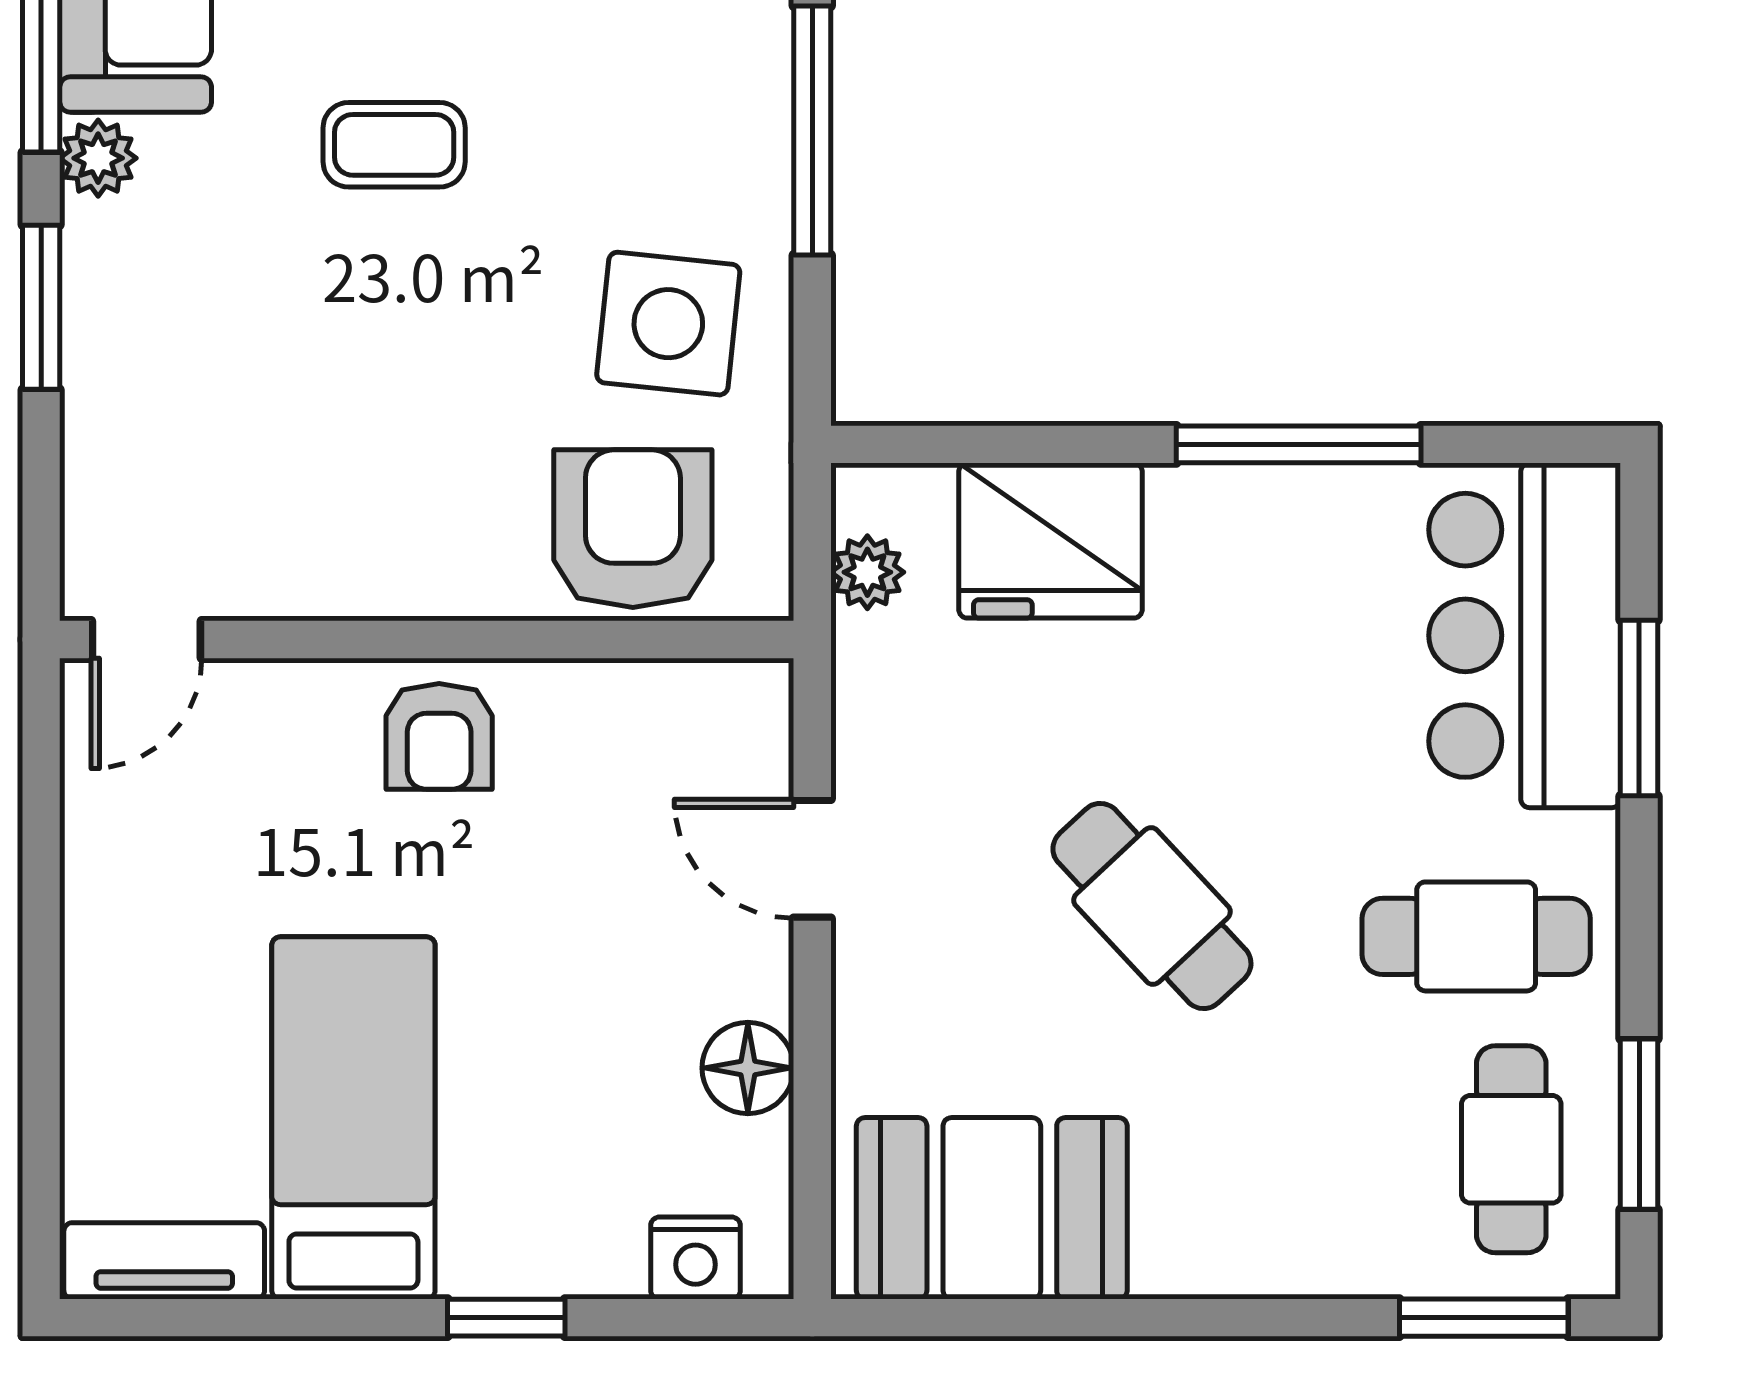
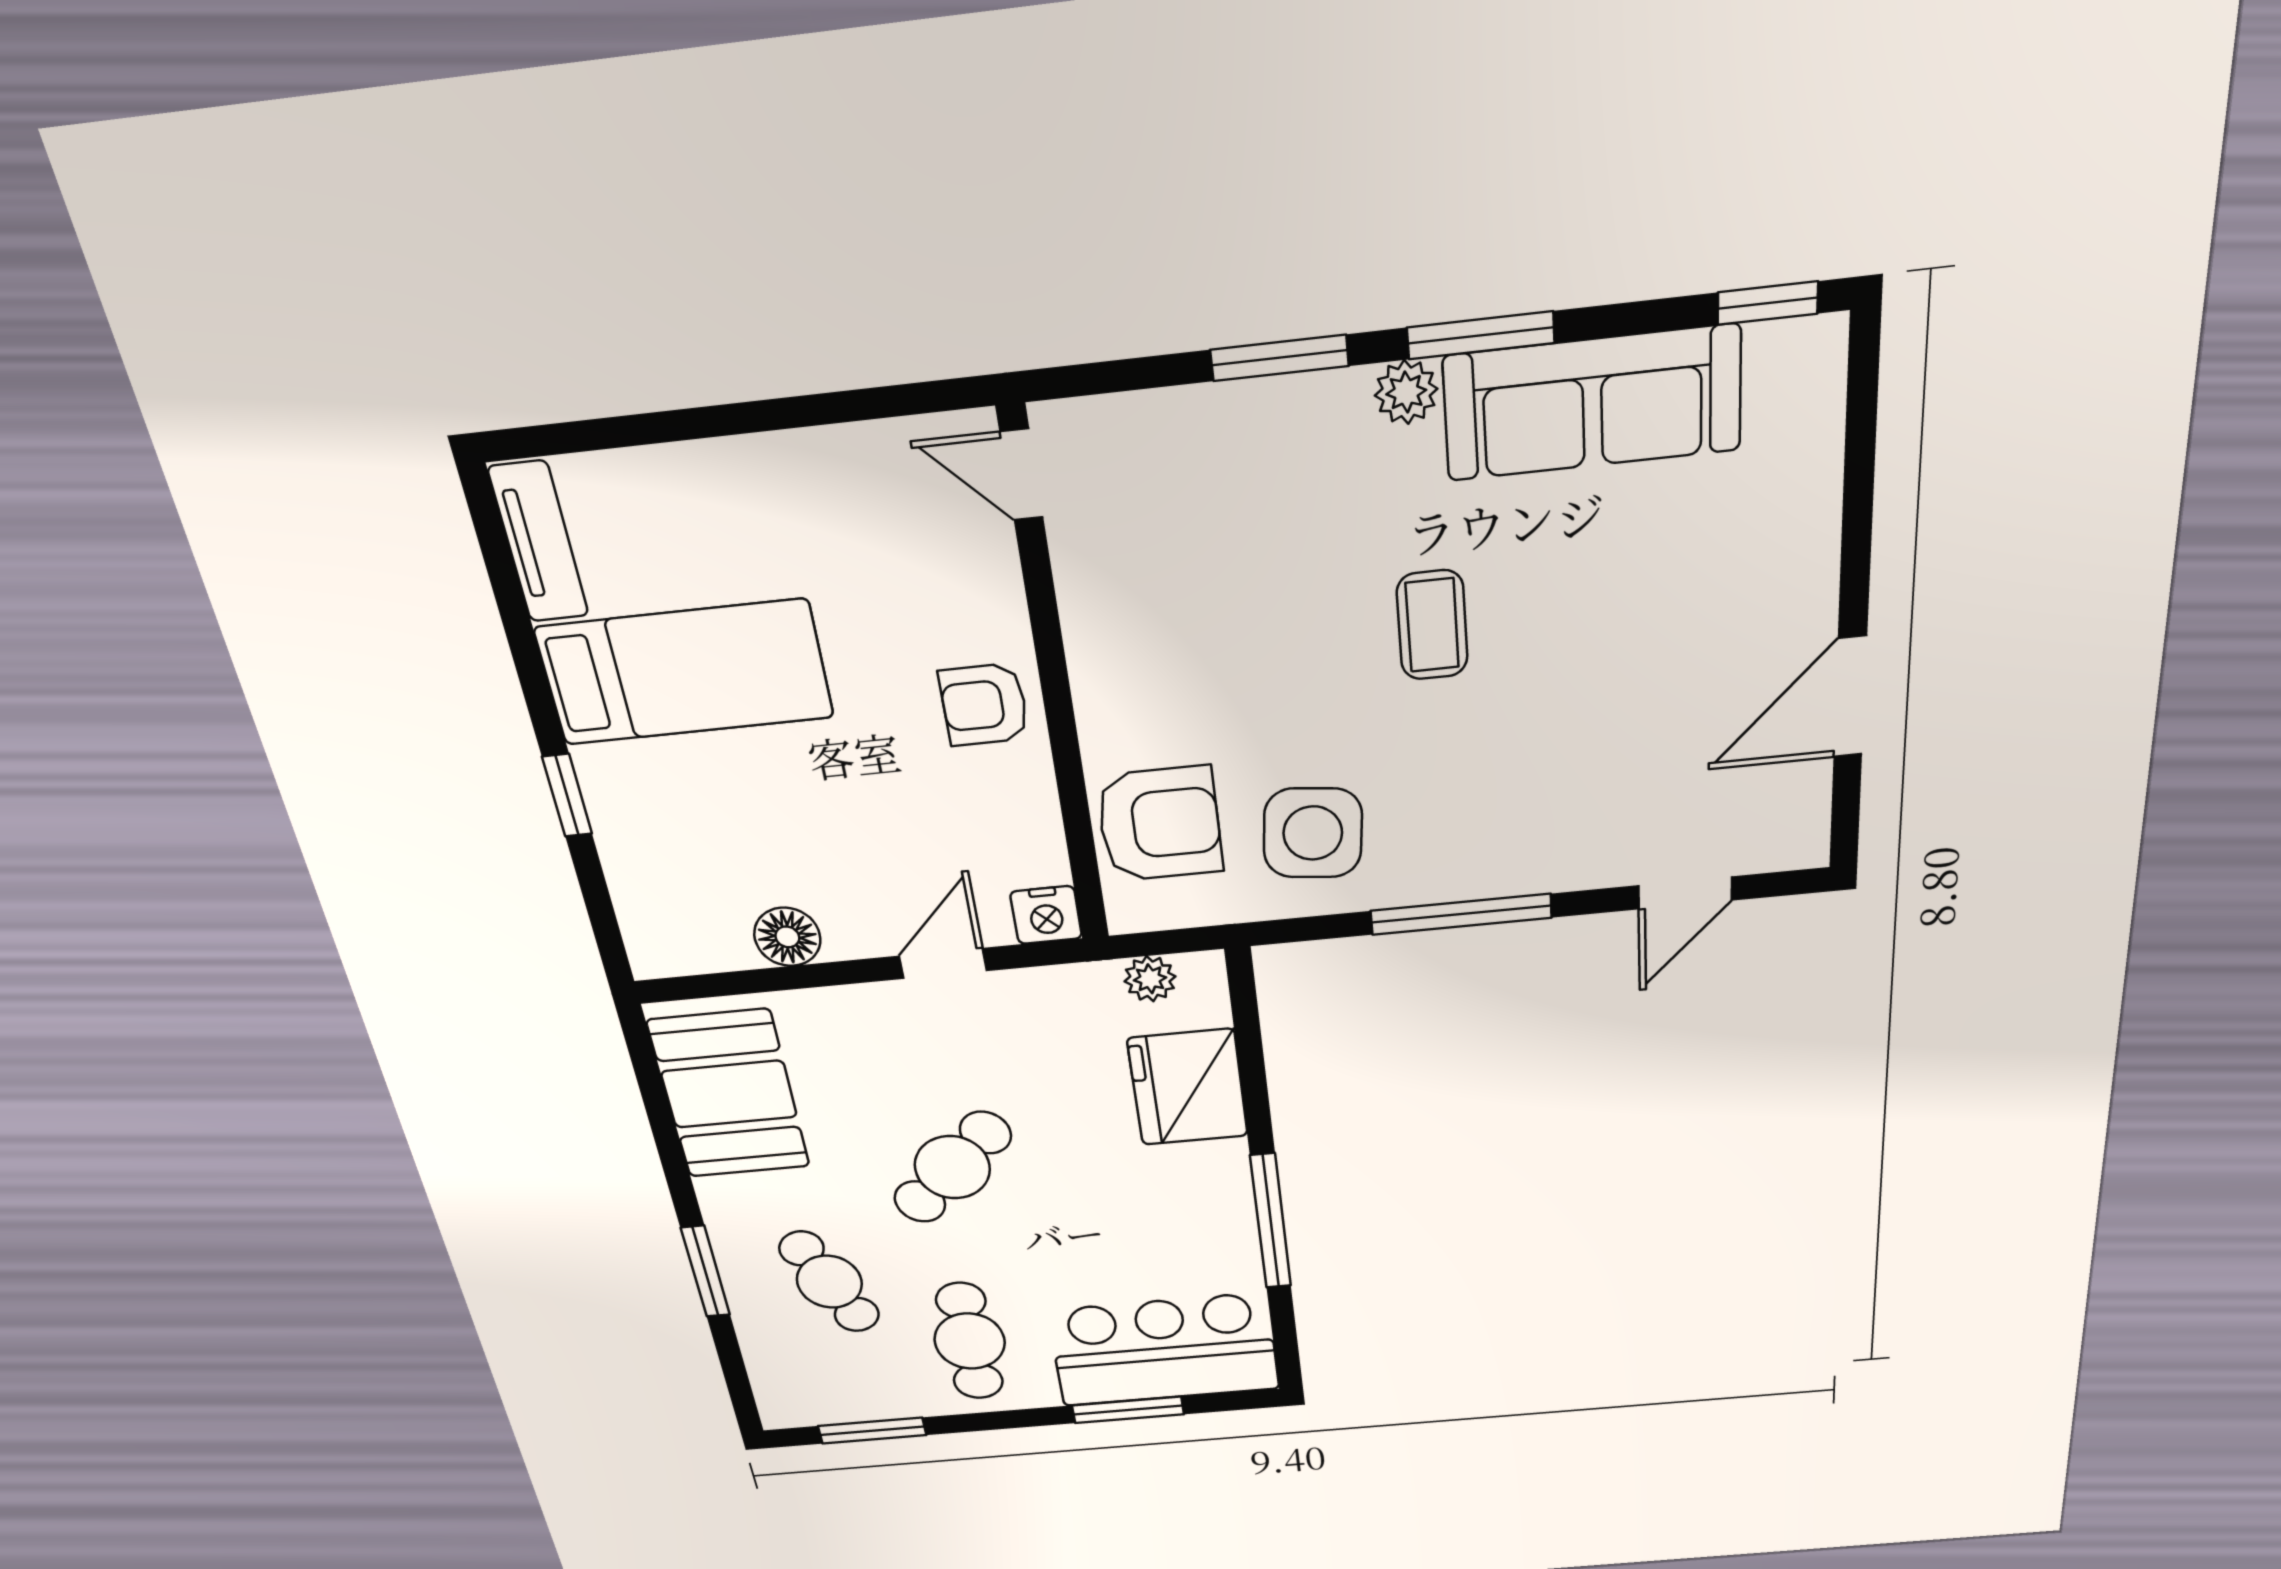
cafe table: (1511, 1149) -> (829, 1282), moved, turned 66
nightstand: (695, 1258) -> (1046, 915), moved, turned -90
window: (1484, 1318) -> (706, 1271), moved

